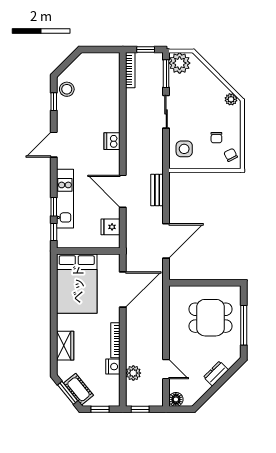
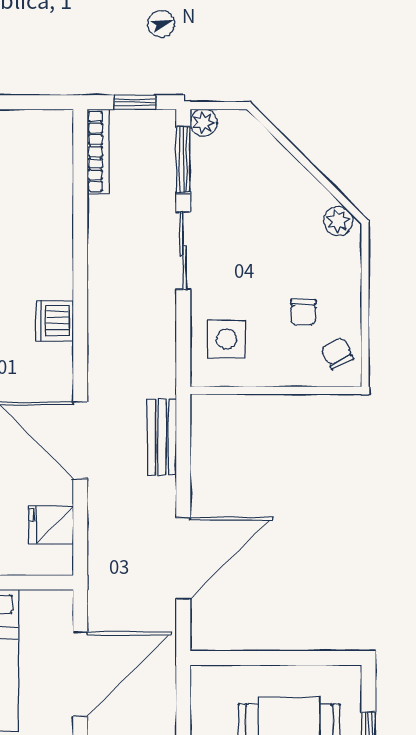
plant: (180, 63) -> (204, 123), width x0.53, depth x0.53

